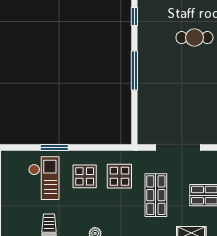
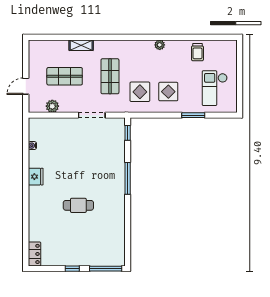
window: (134, 16) -> (128, 133), moved
doorway: (178, 148) -> (92, 115), width x0.73
checkout: (44, 178) -> (215, 88), moved

